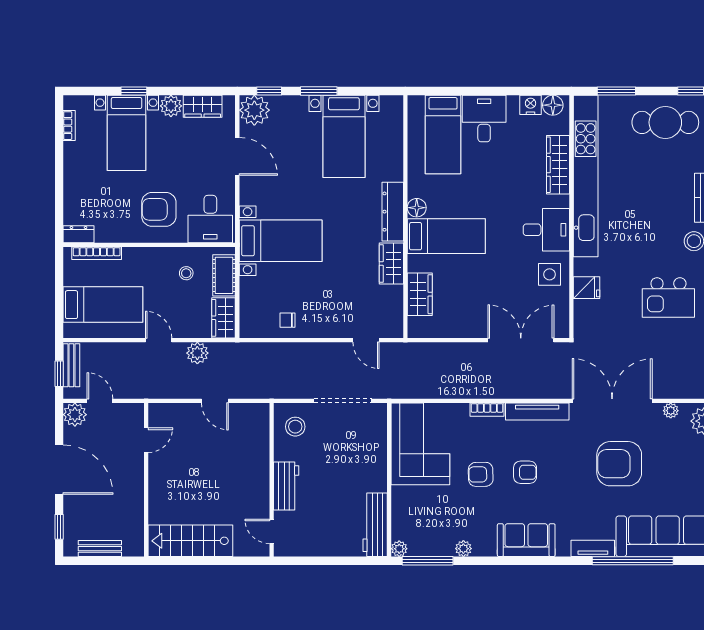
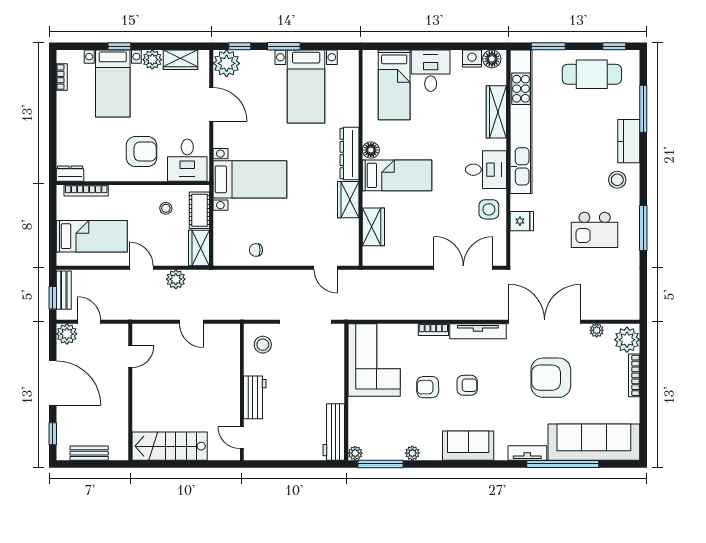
armchair: (159, 209) -> (142, 152), turned 180

